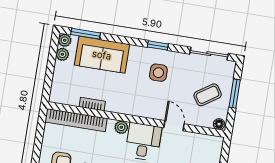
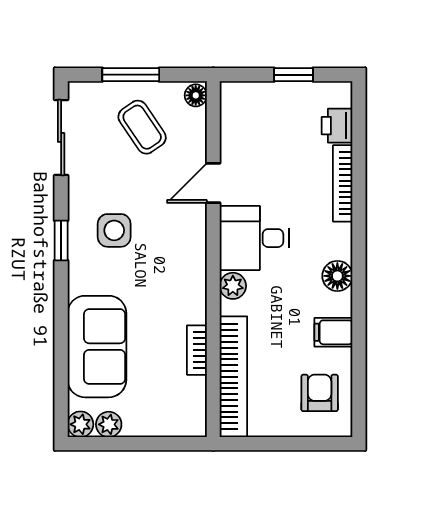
window: (85, 34) -> (61, 386), removed

